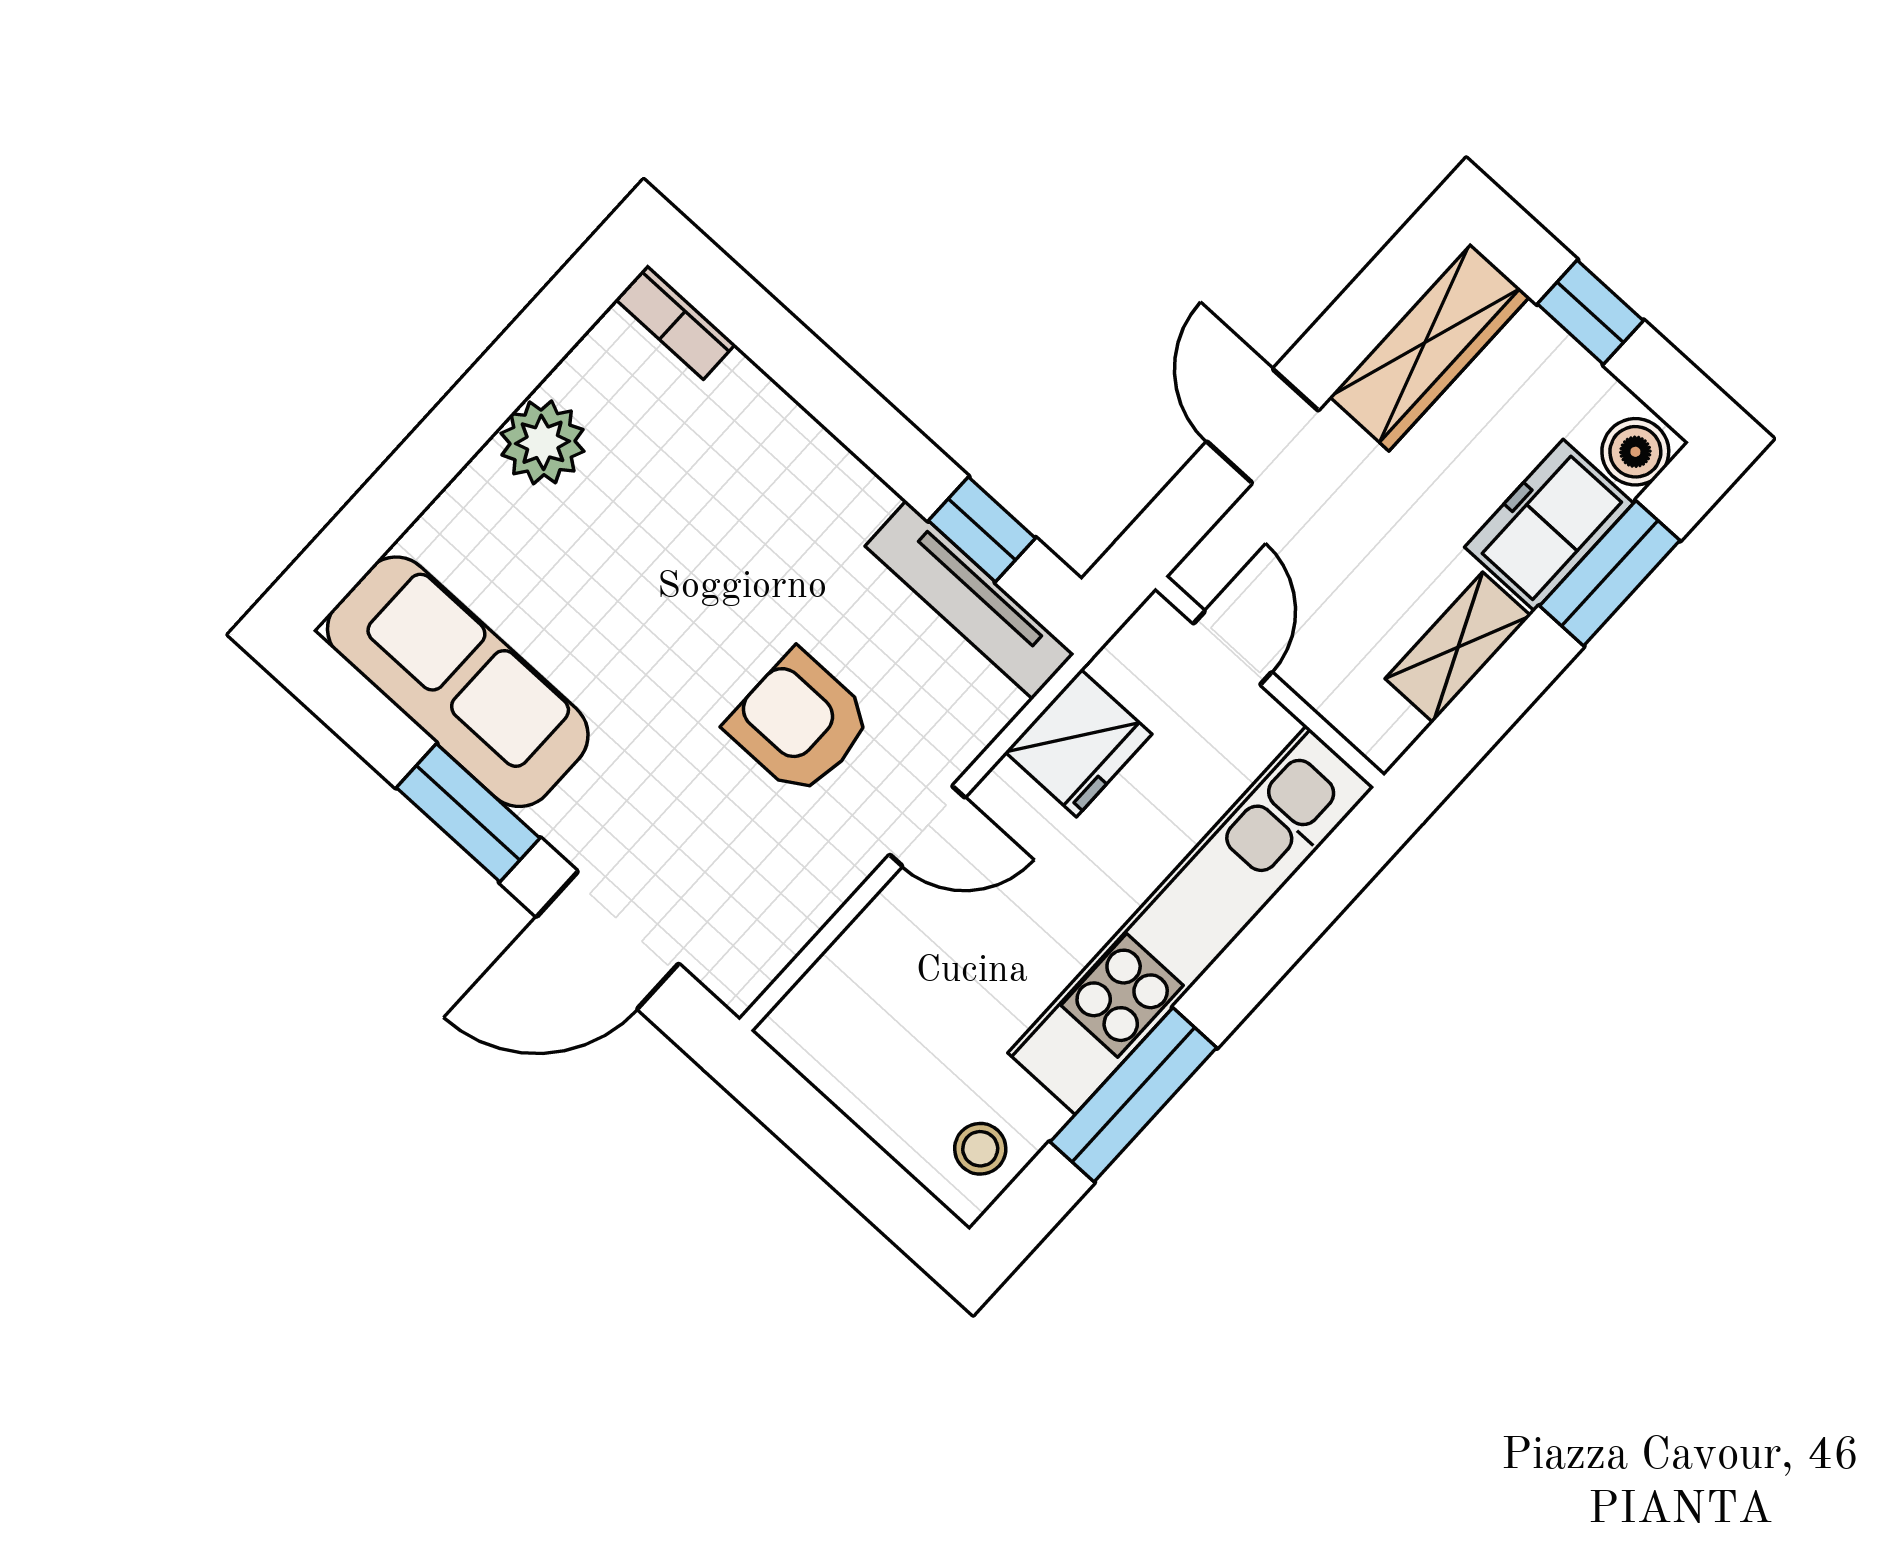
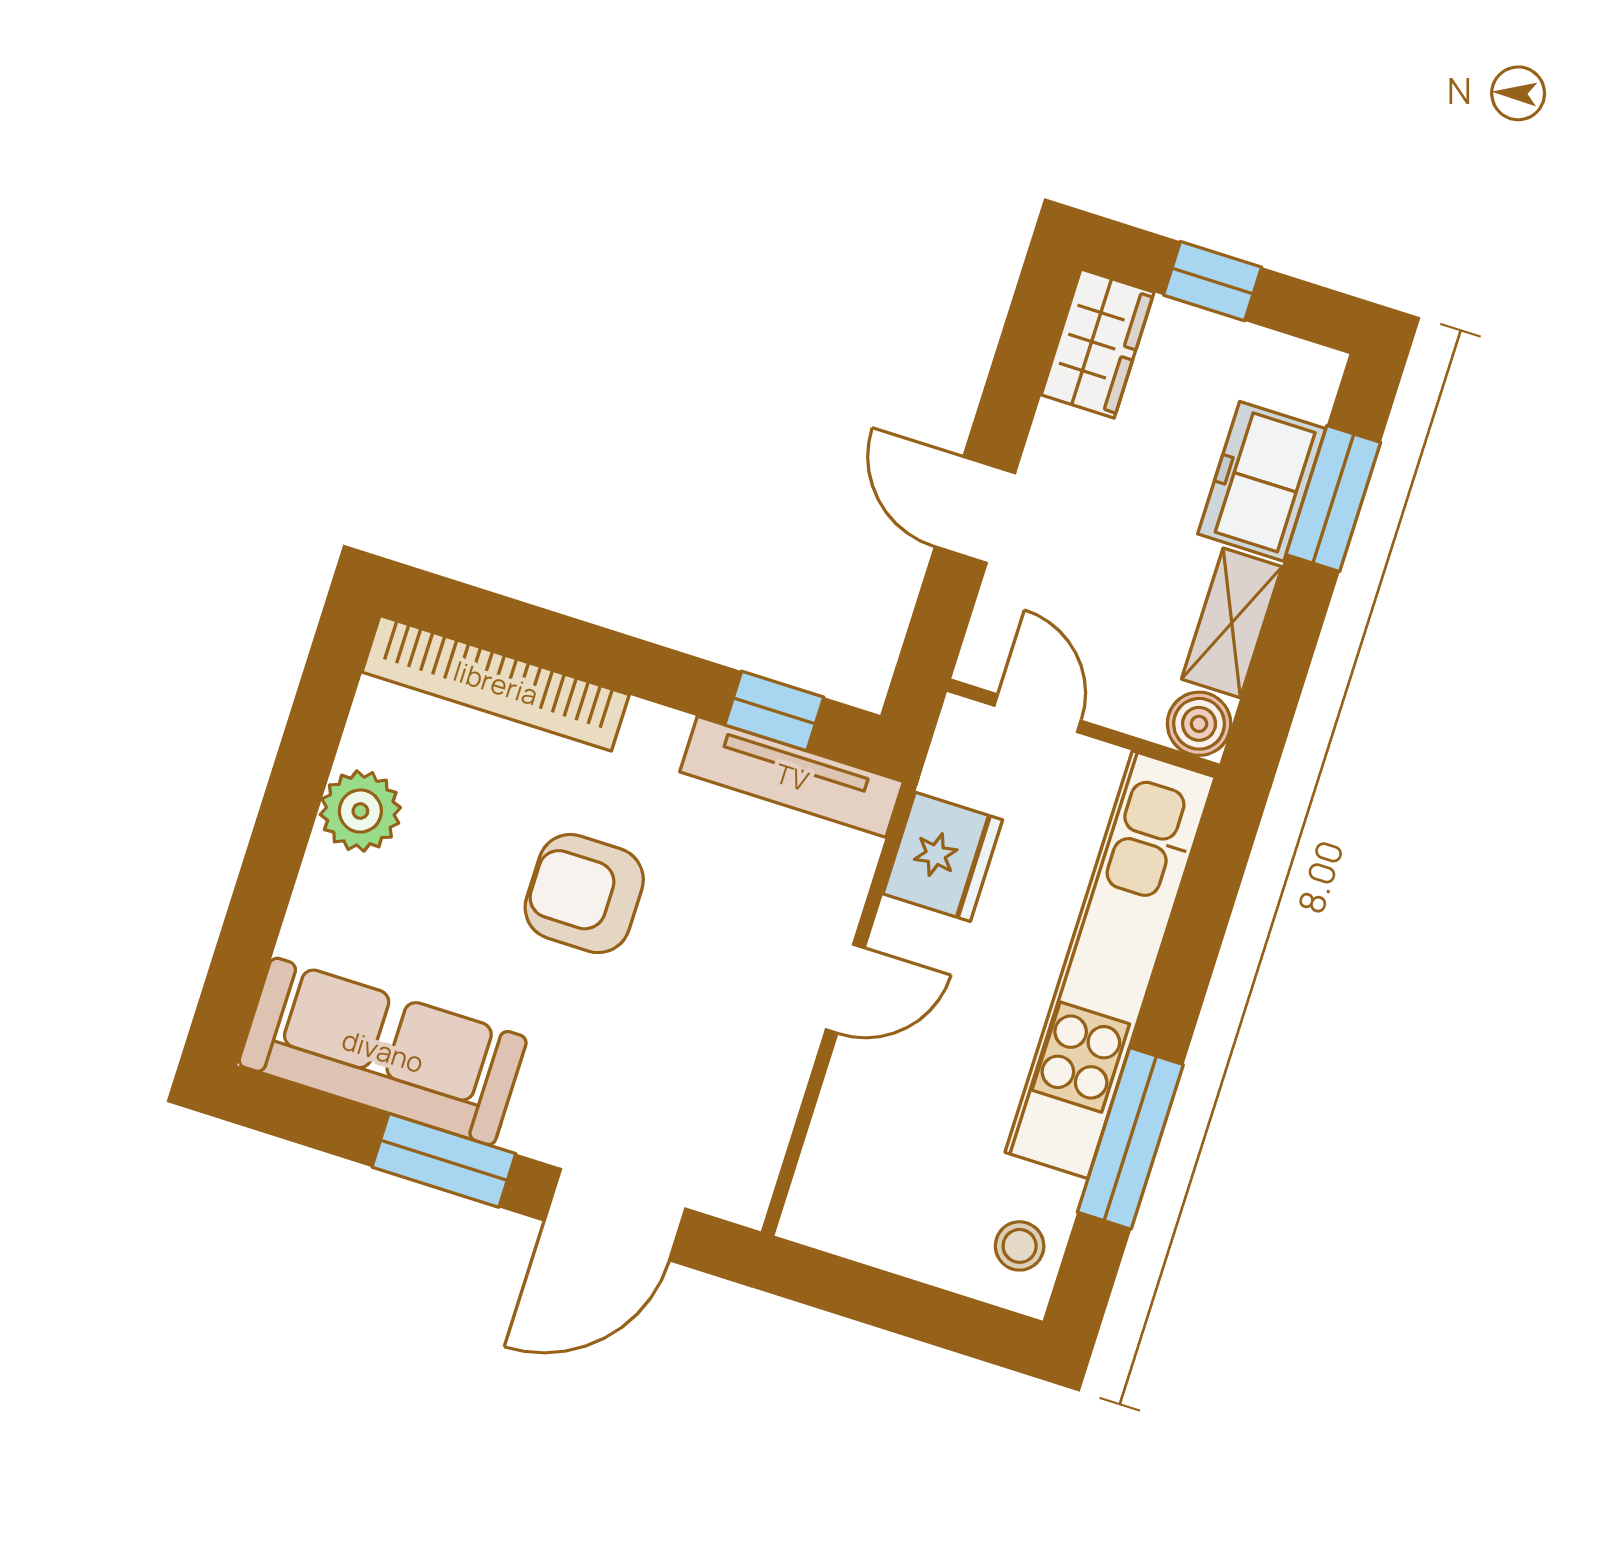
bookcase: (675, 322) -> (496, 683), width x2.31, depth x1.31
wardrobe: (1430, 347) -> (1098, 343), width x0.67
boiler: (1635, 452) -> (1199, 724), moved
armchair: (800, 723) -> (584, 894), moved

